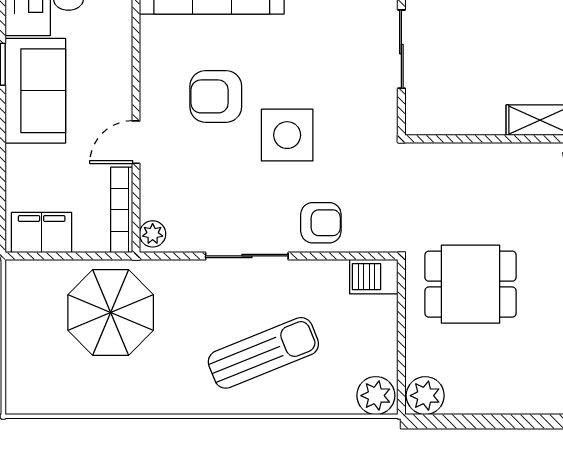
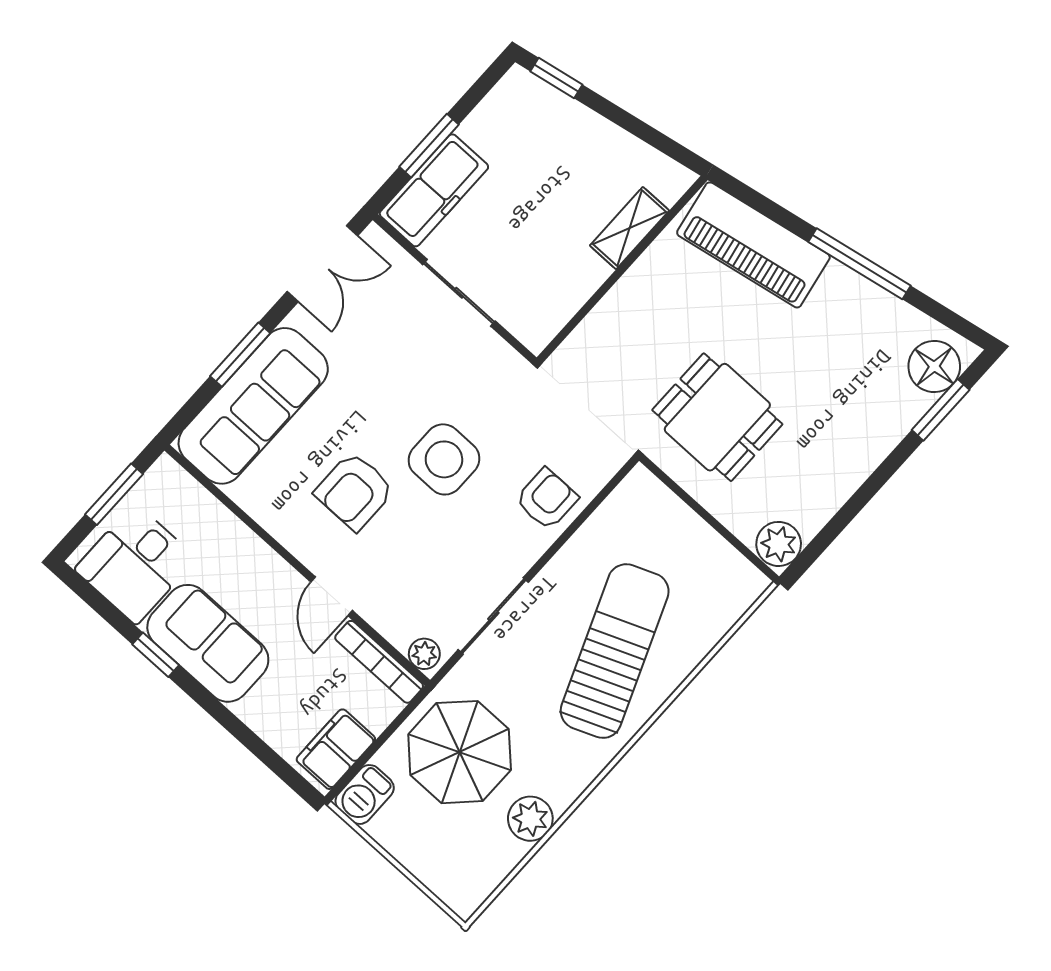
sliding door: (247, 256) -> (493, 616), moved
barbecue: (374, 277) -> (365, 794), moved
dining table: (471, 284) -> (717, 417), turned 90
sun lounger: (263, 353) -> (615, 651), width x1.36, depth x1.34
plant: (376, 396) -> (530, 819), moved

